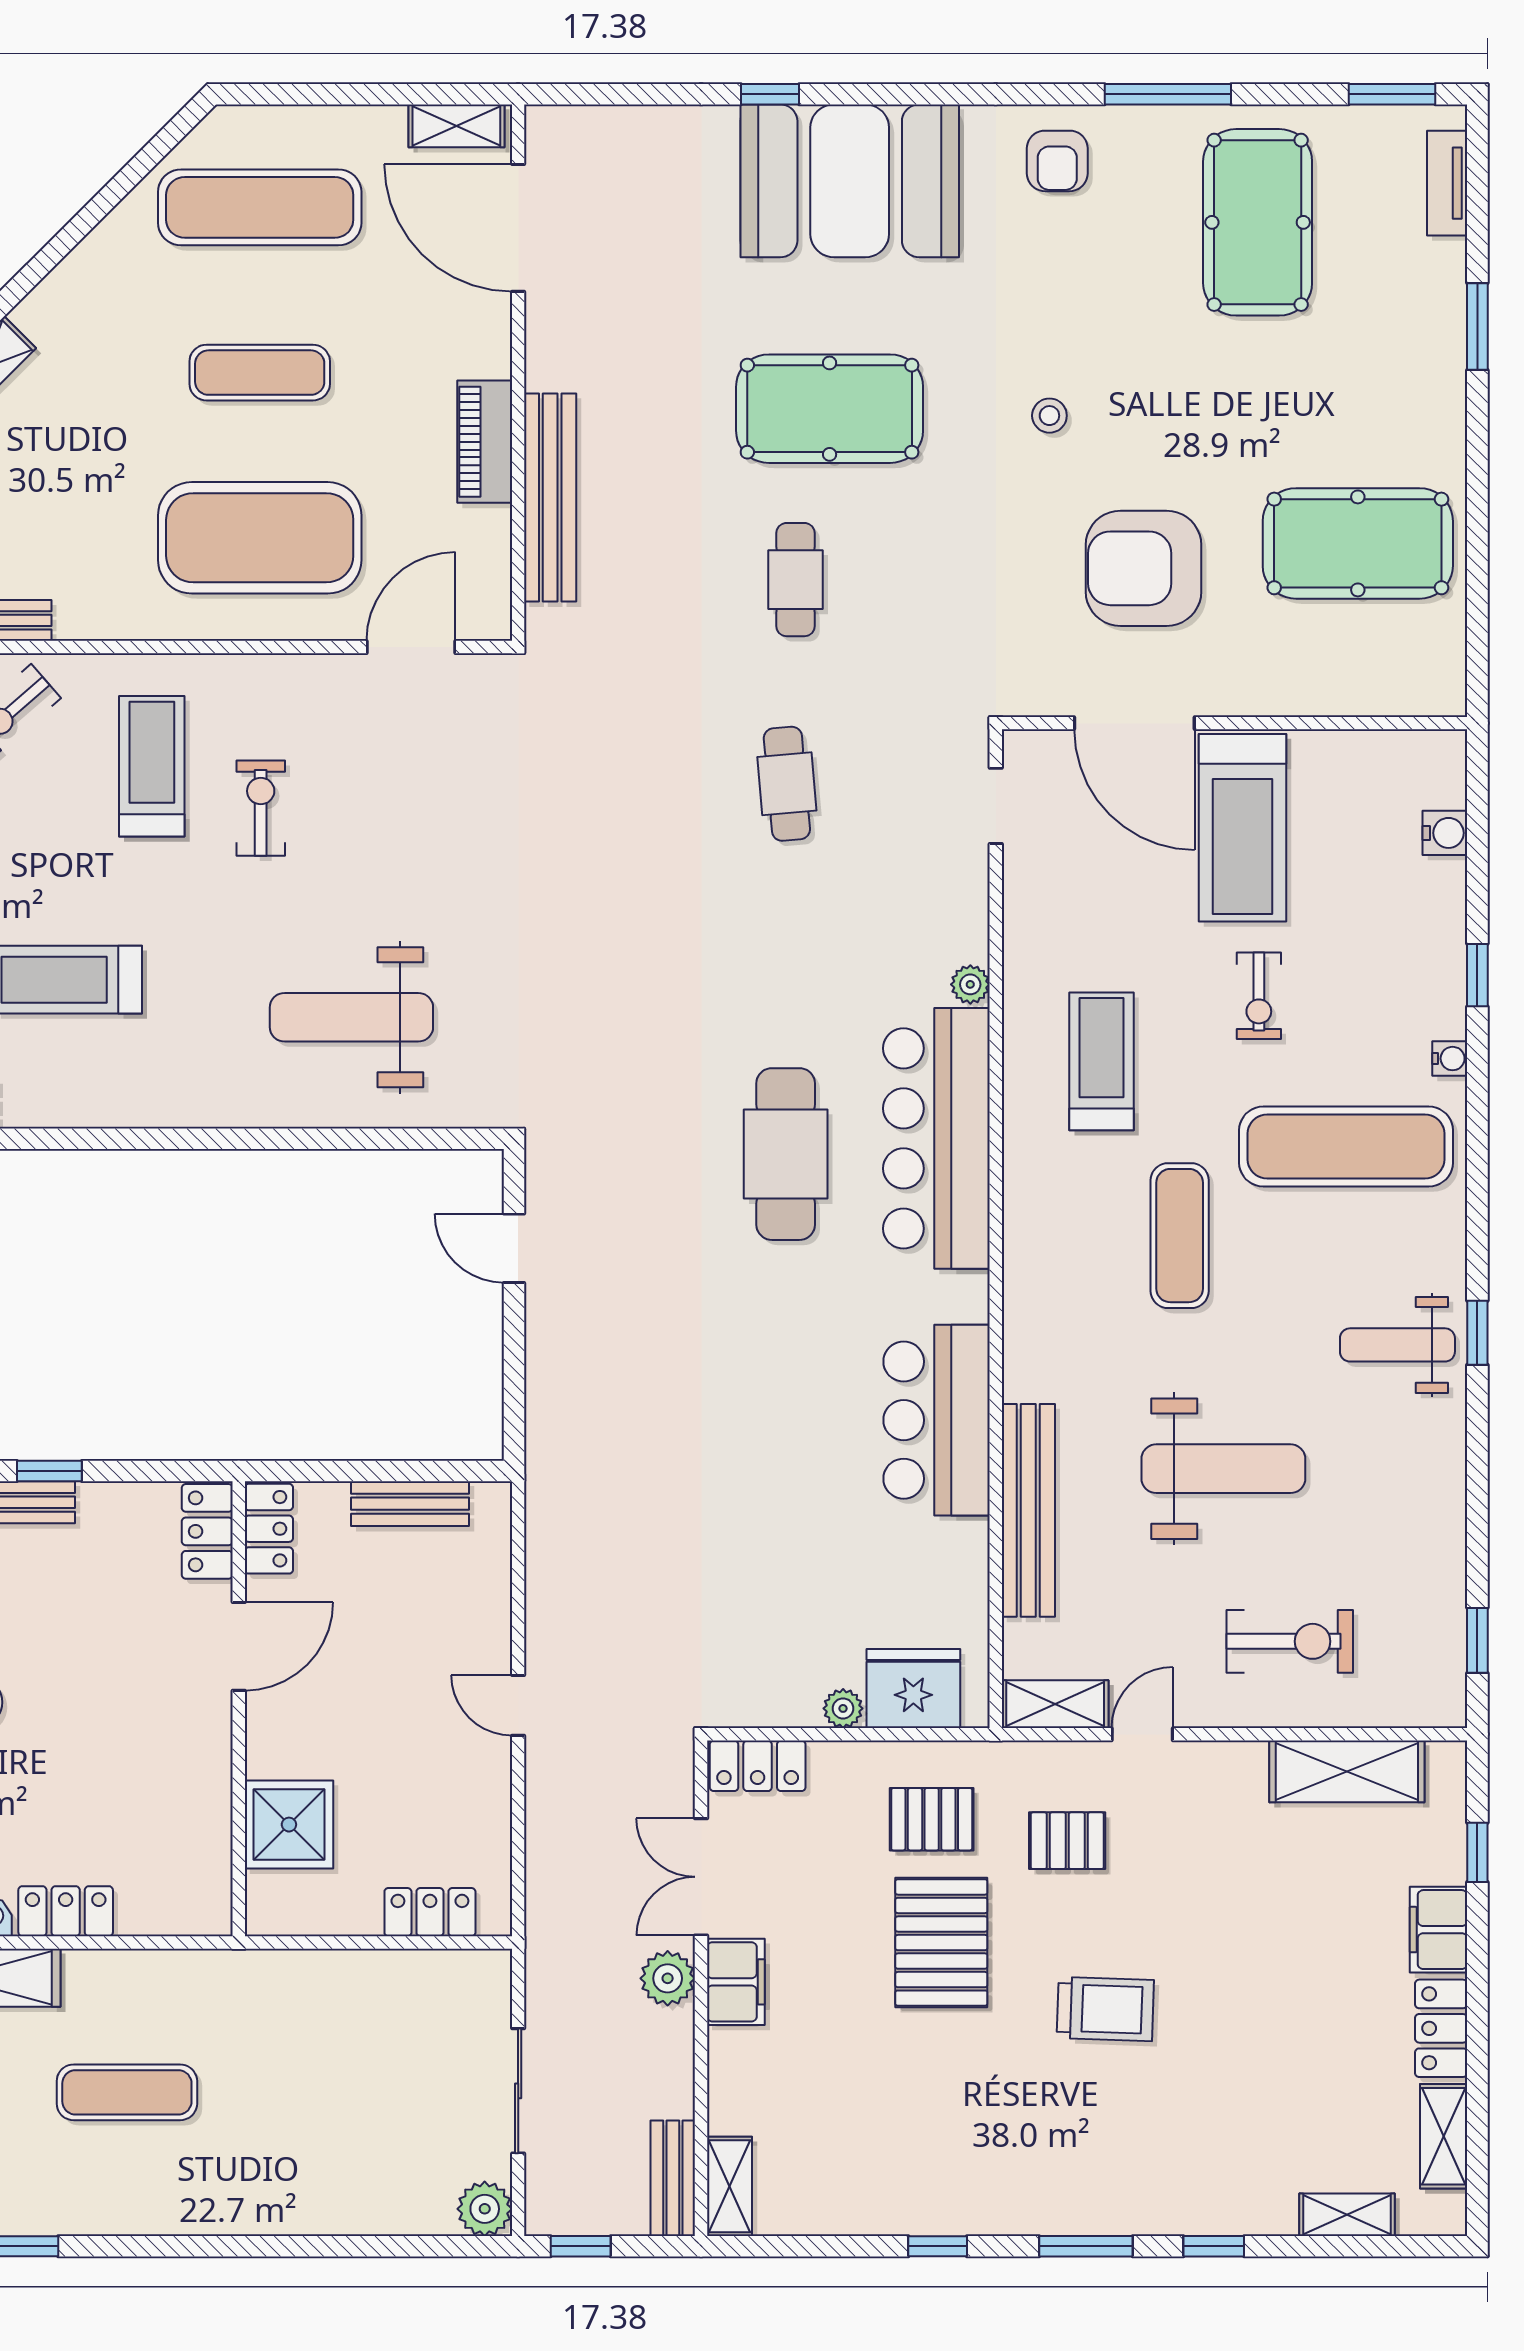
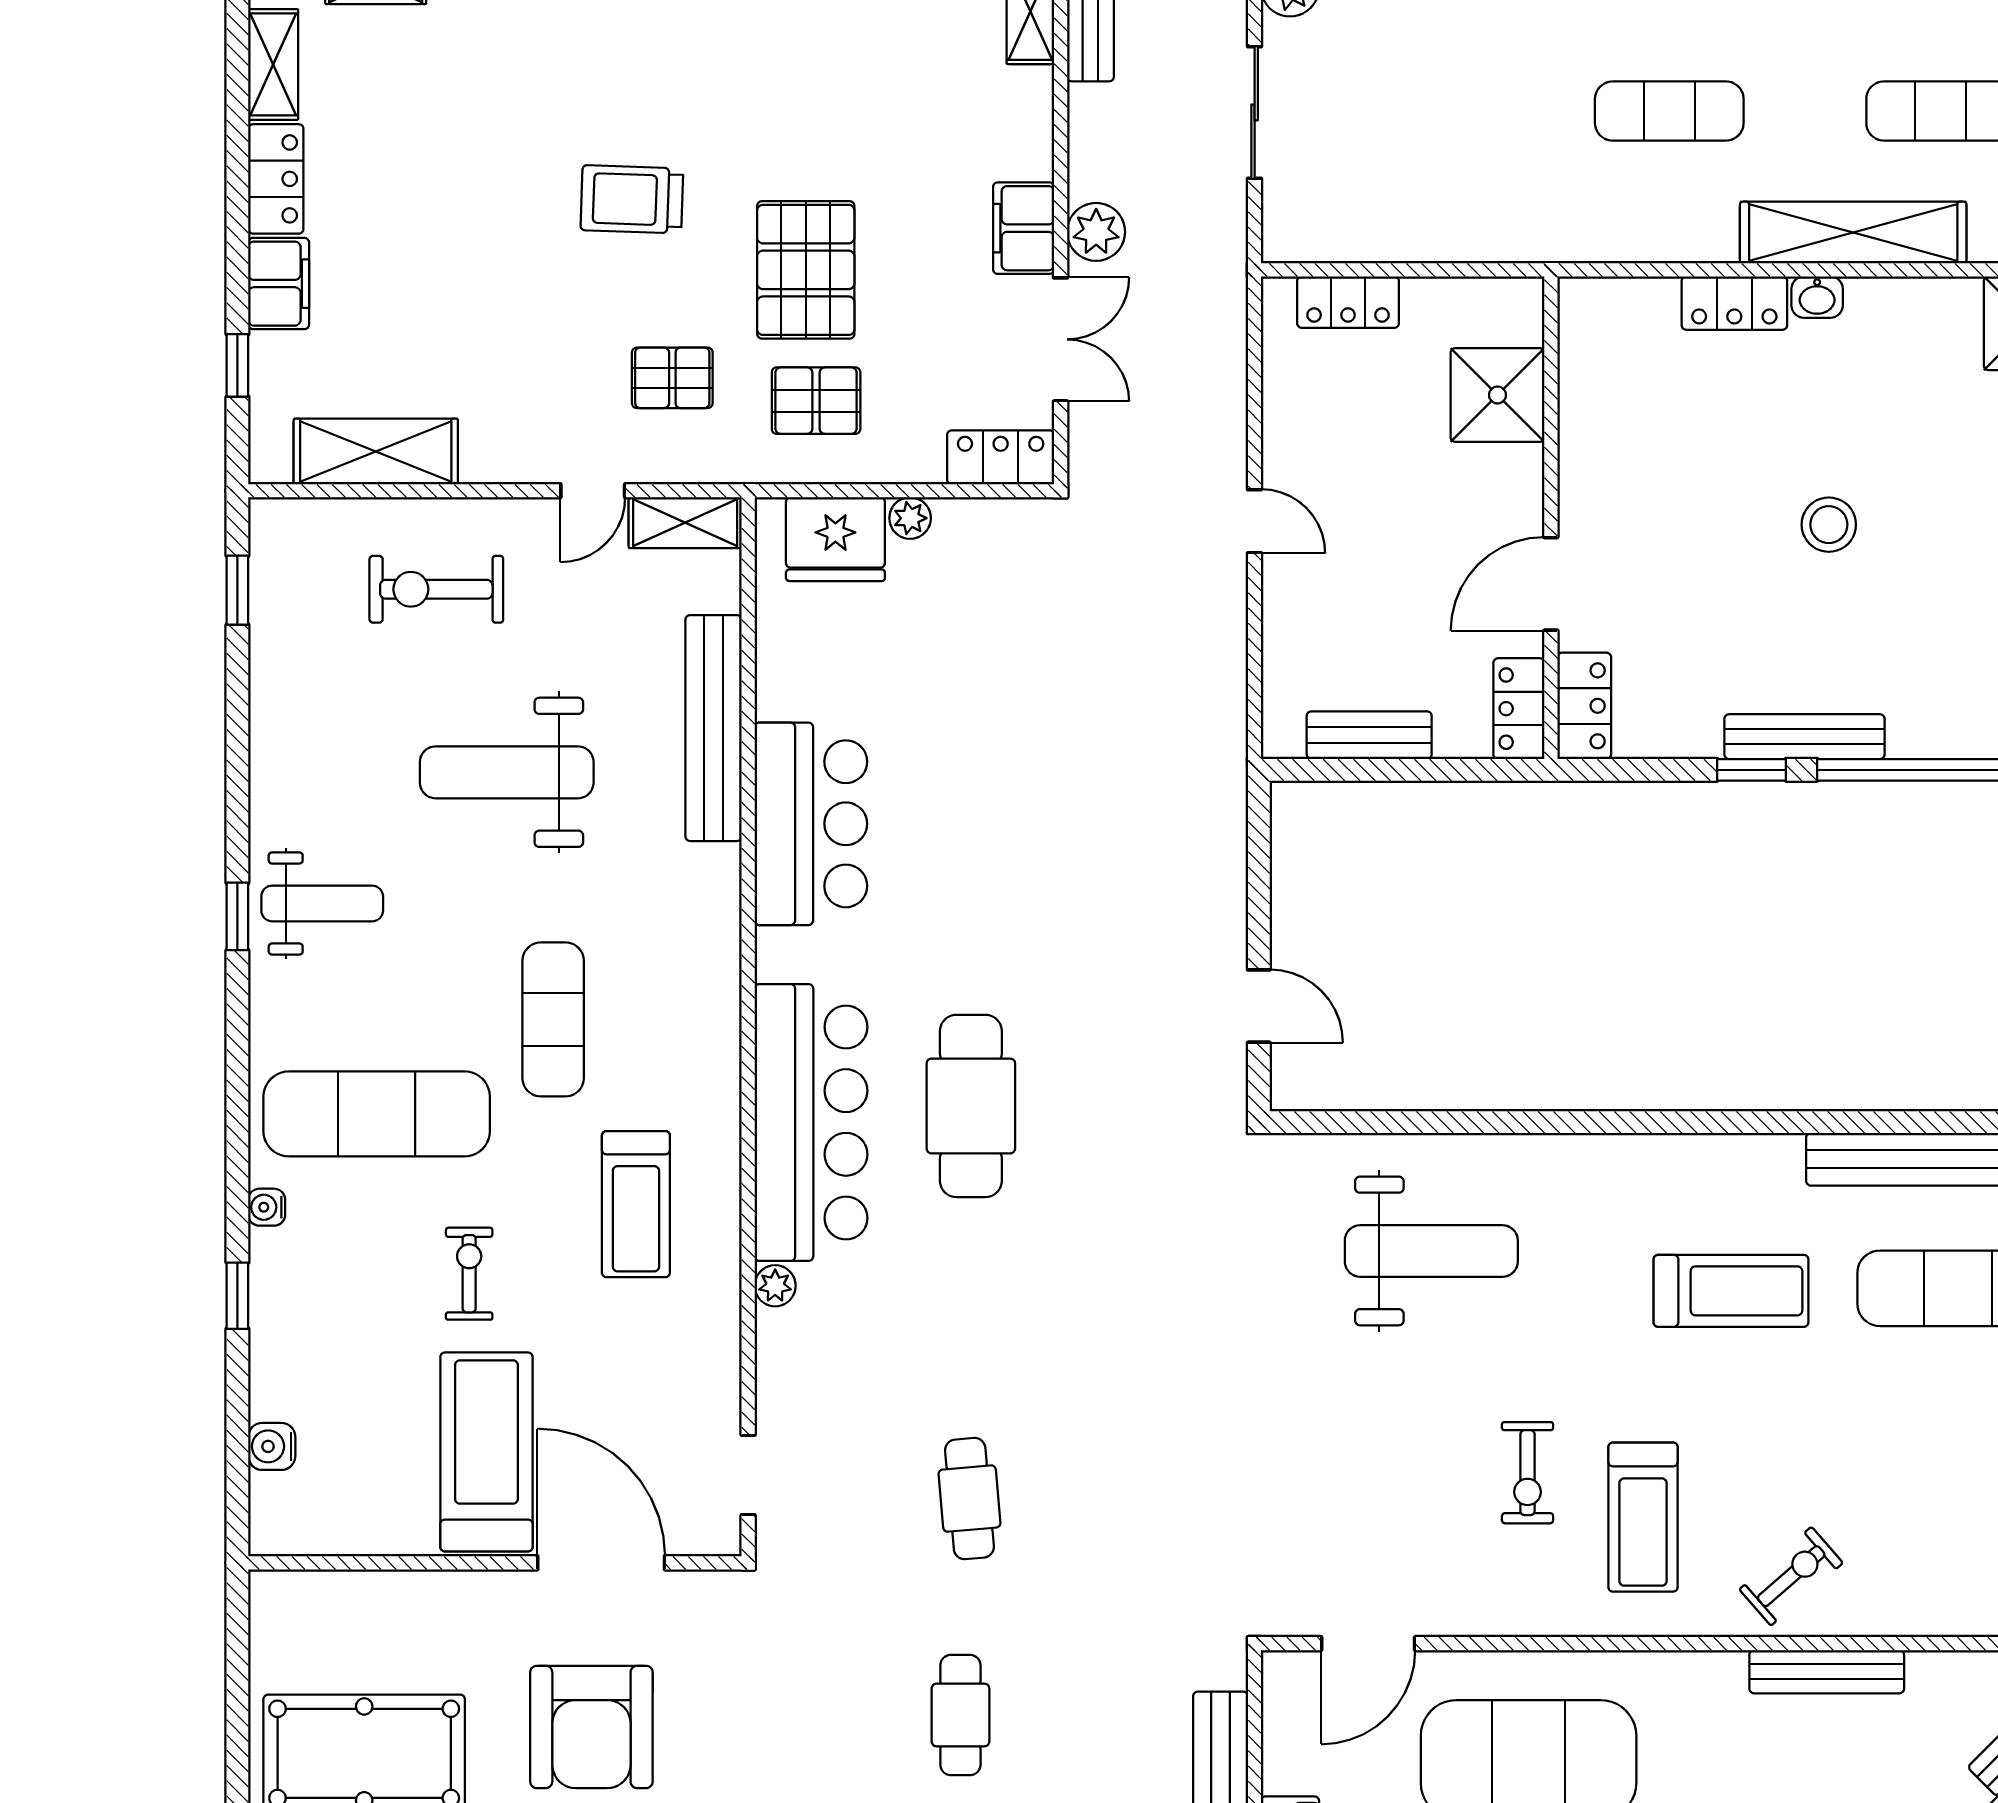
armchair: (1144, 568) -> (591, 1727), turned 90

